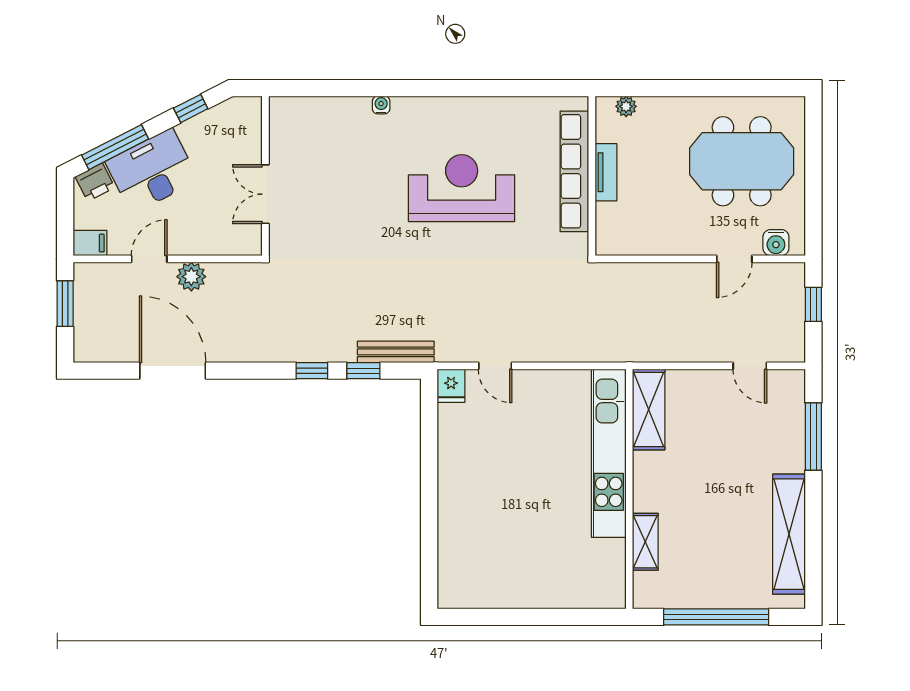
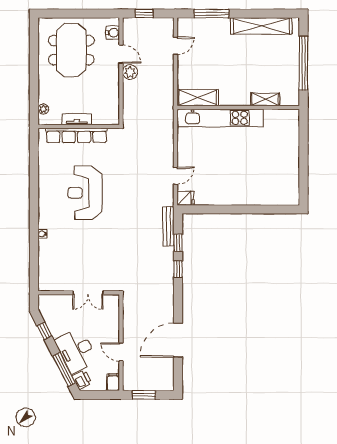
plant: (191, 277) -> (130, 72), moved

